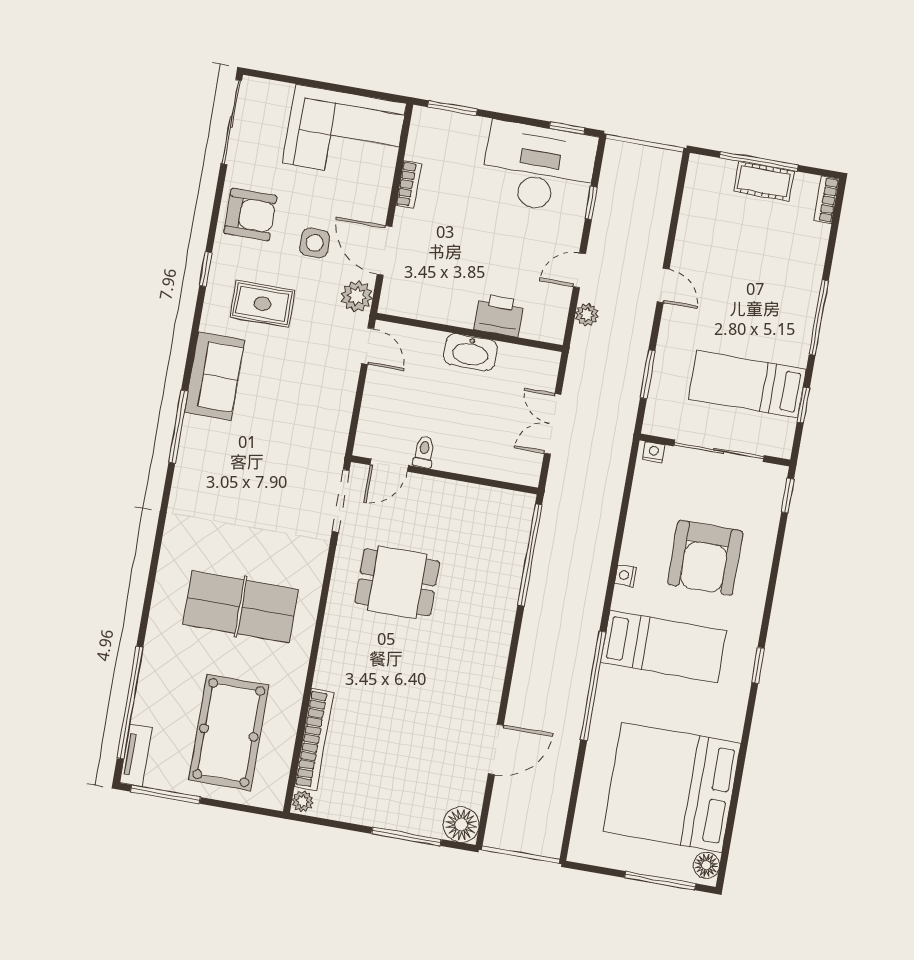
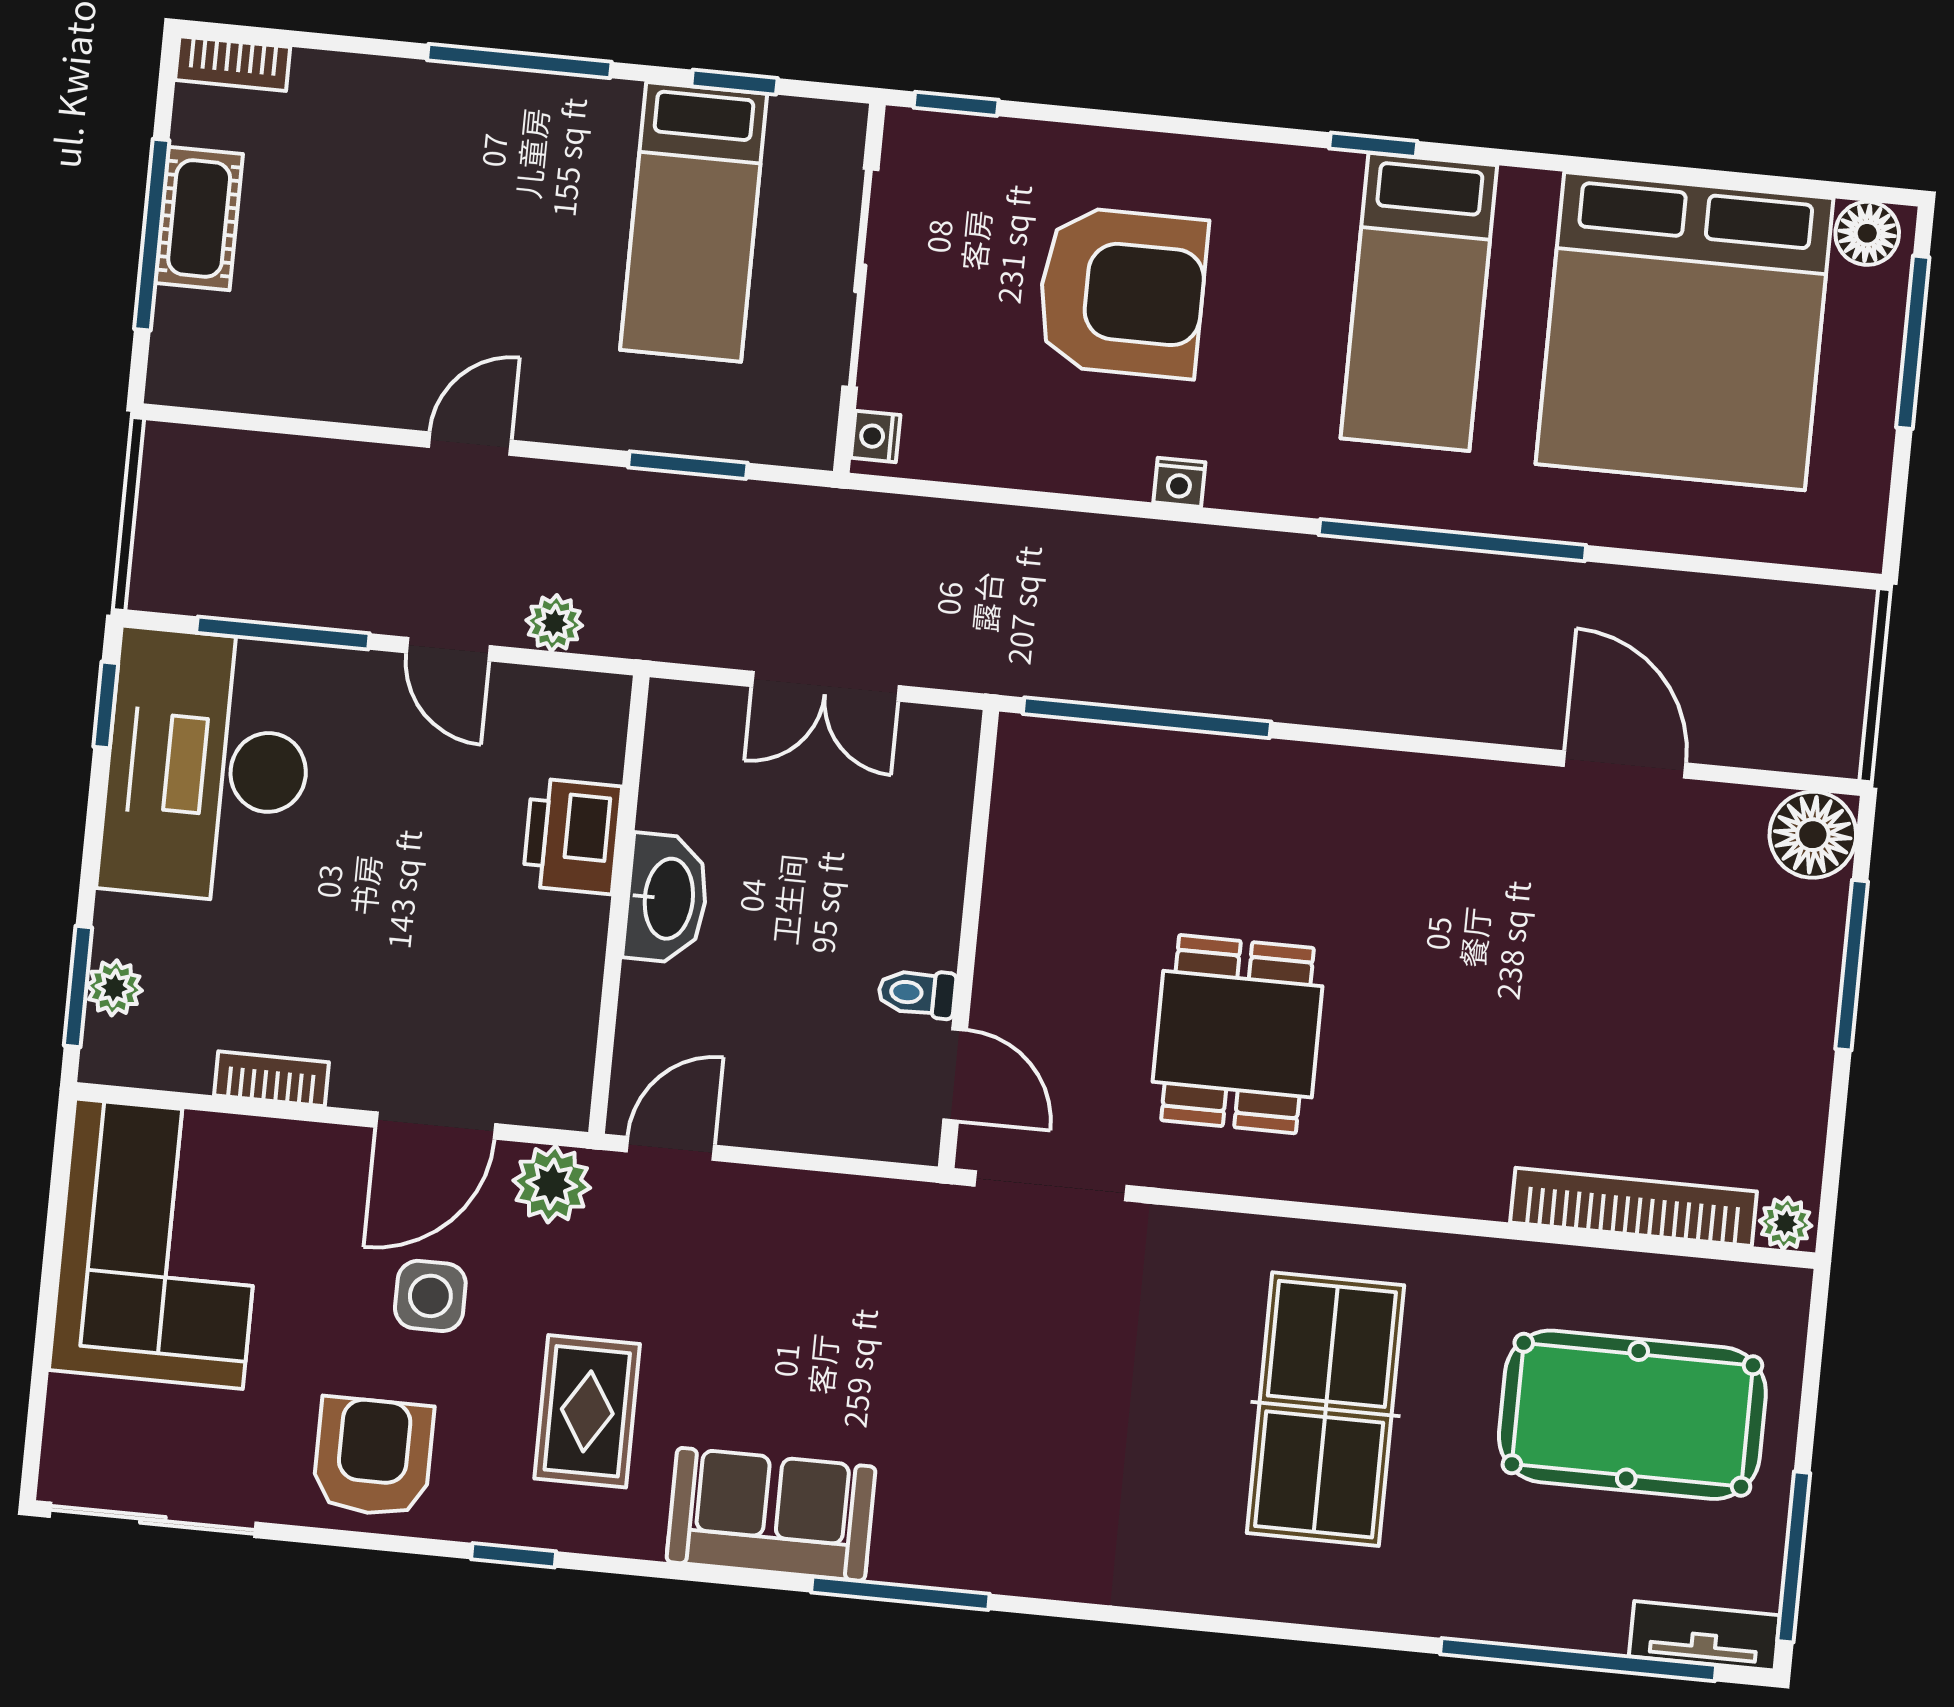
plant: (451, 123) -> (114, 988), added
window: (591, 203) -> (283, 633), width x2.17
bed: (664, 646) -> (1419, 302), moved, turned 180

